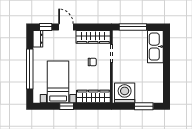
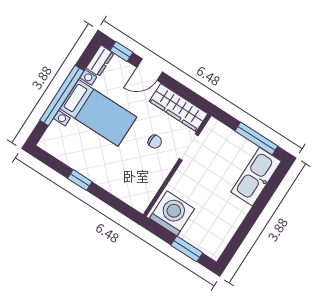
door: (66, 27) -> (150, 70), swing flipped
window: (133, 27) -> (256, 138), moved
bed with nightstands: (58, 82) -> (98, 113), moved, turned 90
wardrobe: (93, 96) -> (126, 190), removed

